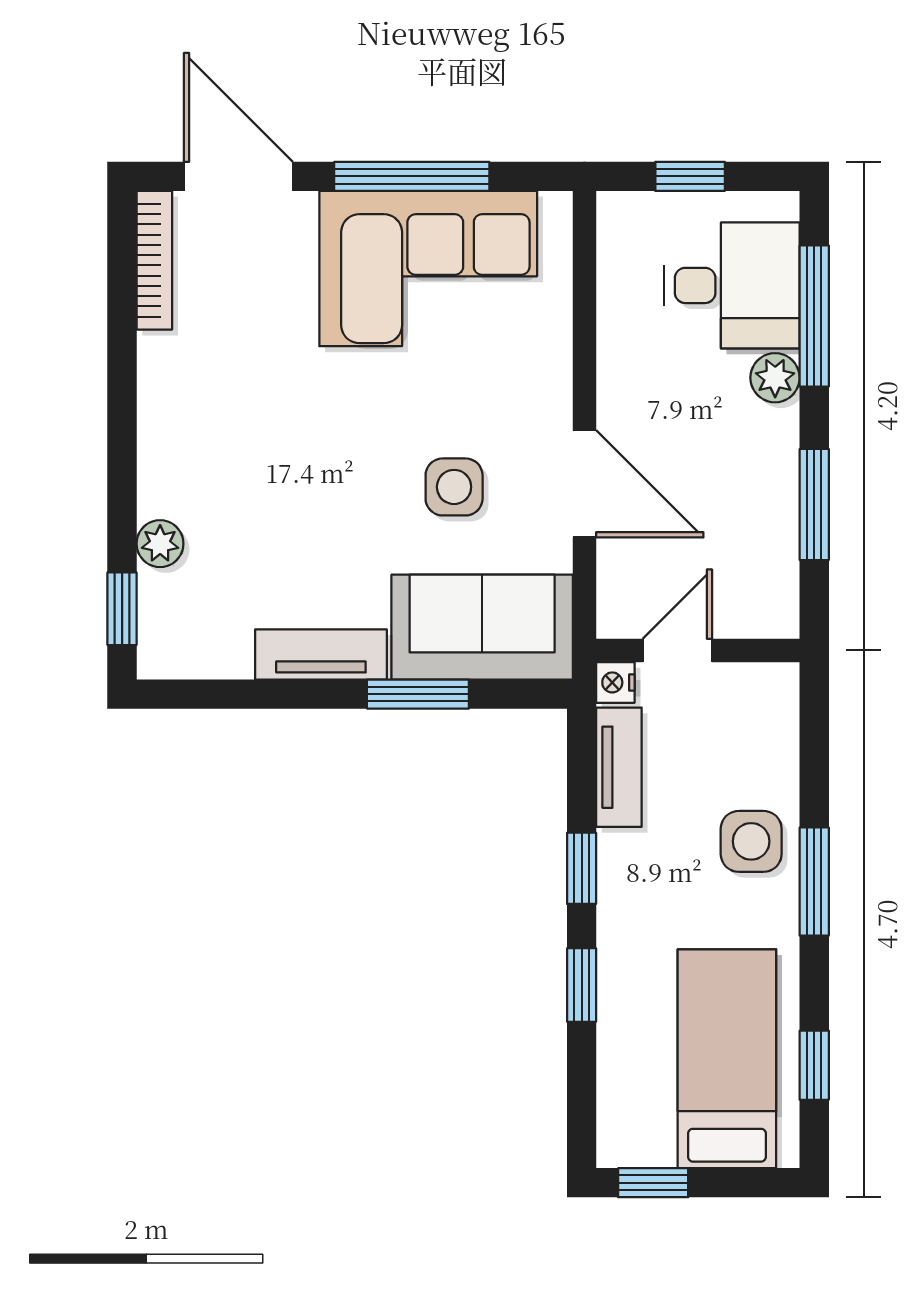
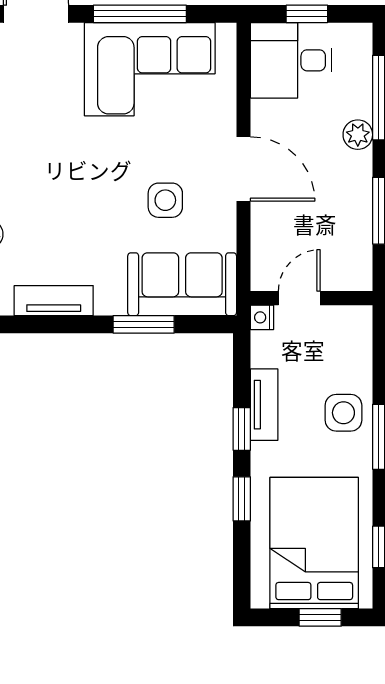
desk: (732, 285) -> (291, 60), moved, turned 180
door: (584, 484) -> (243, 169), moved
tv unit: (321, 654) -> (54, 301), moved
tv unit: (619, 767) -> (264, 405), moved
bed: (727, 1059) -> (314, 543), width x1.50
window: (653, 1183) -> (320, 617), moved

